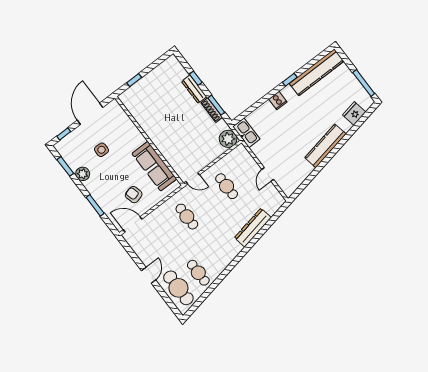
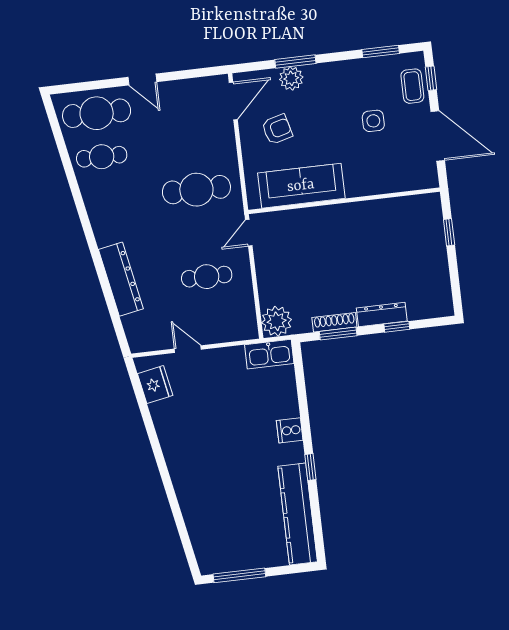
fridge: (354, 113) -> (155, 384), moved
coffee table: (73, 141) -> (412, 86), added
kitchen counter: (325, 146) -> (179, 461), removed
plant: (83, 174) -> (291, 78), moved
cafe table: (187, 217) -> (196, 190), width x1.37, depth x1.35

